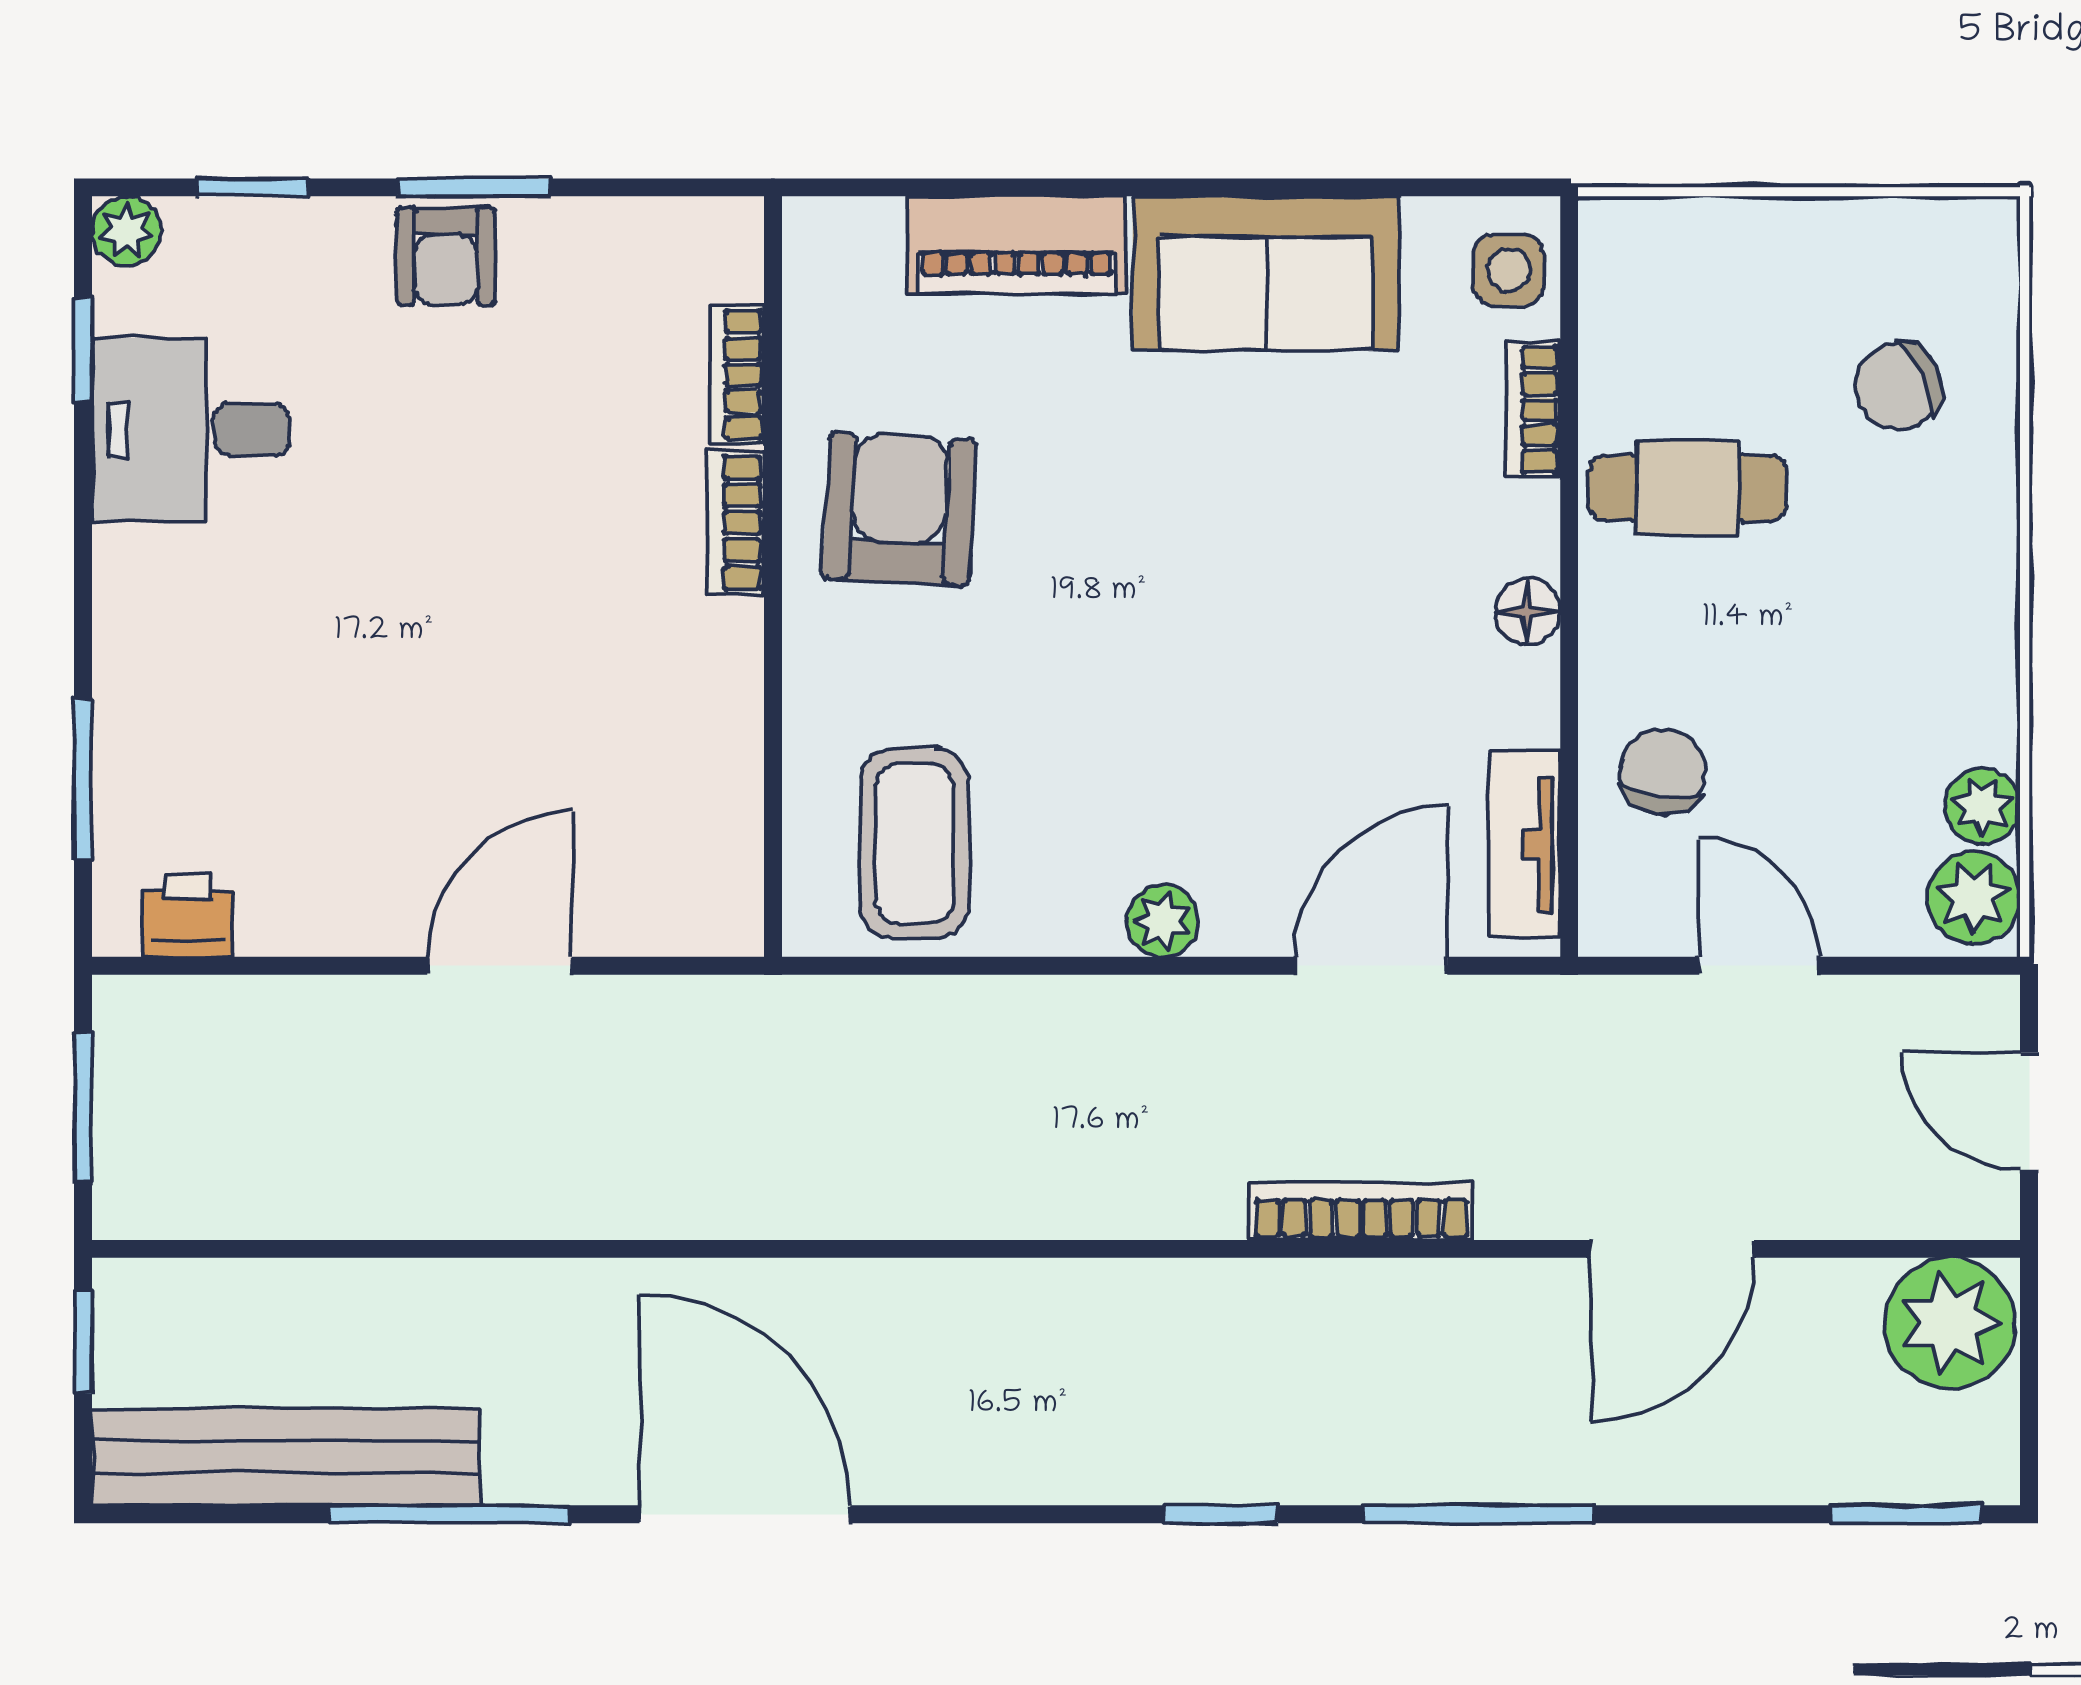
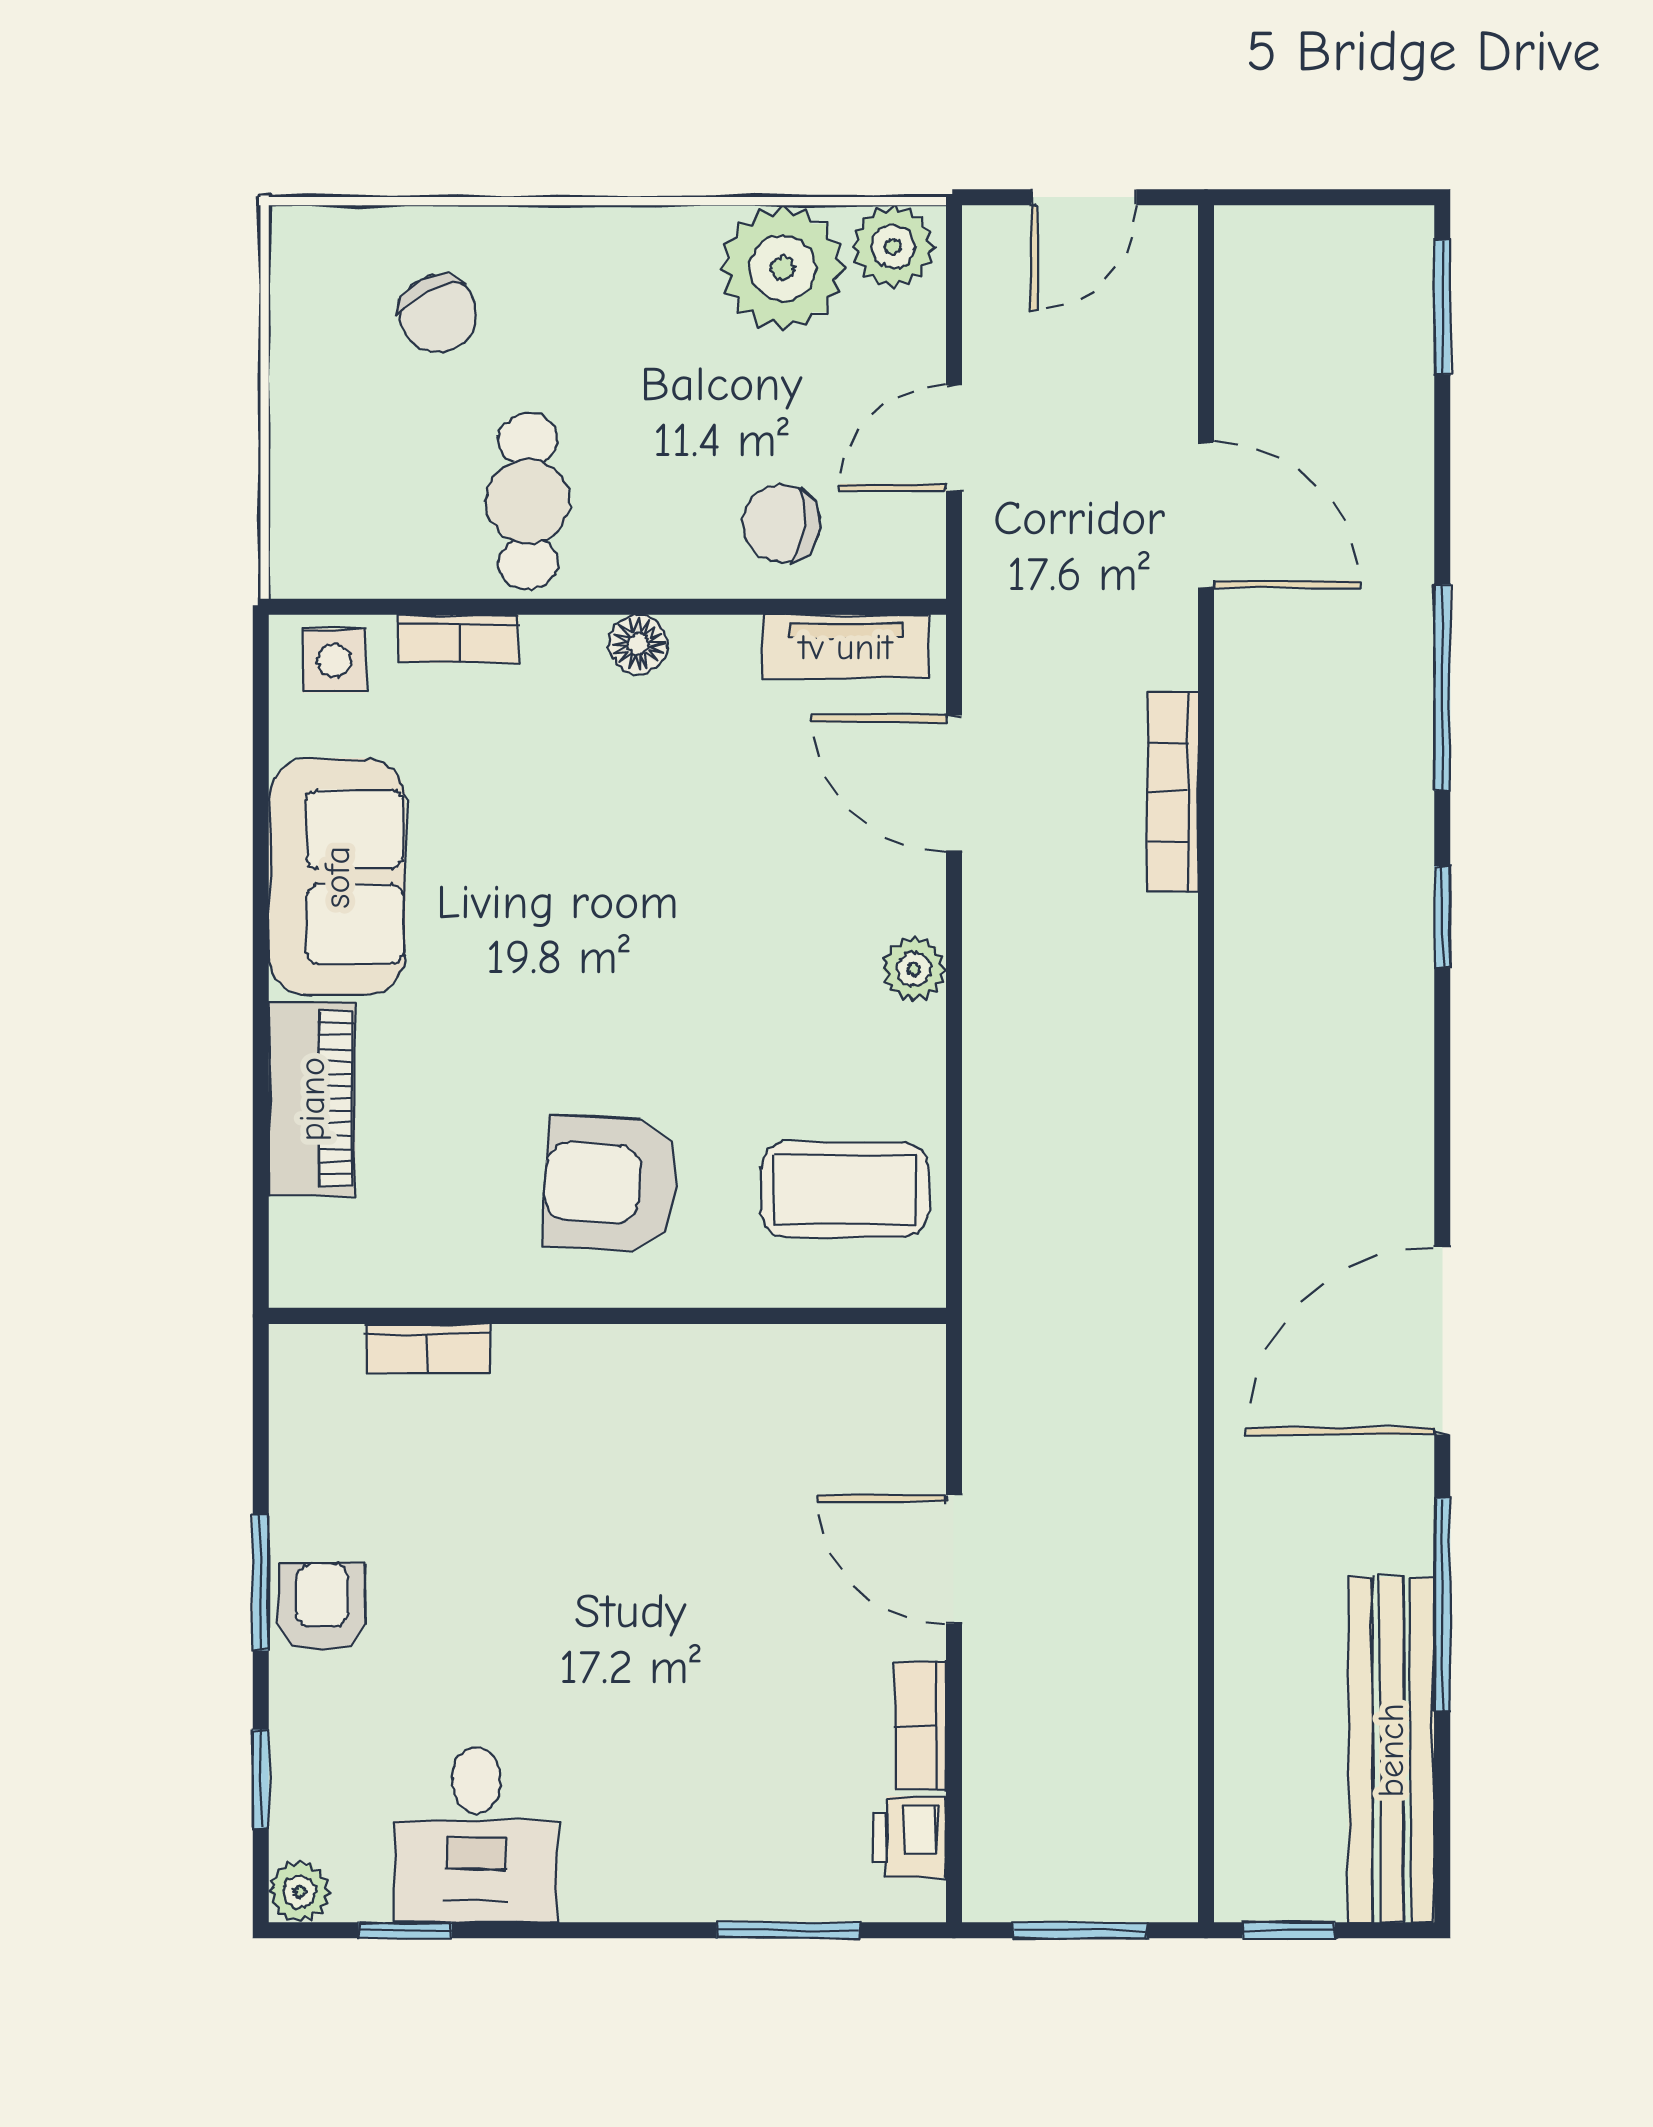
armchair: (446, 256) -> (322, 1607), turned -90
armchair: (899, 509) -> (611, 1184), moved
bookcase: (735, 523) -> (920, 1726), moved, turned 90
plant: (1983, 806) -> (782, 268), width x1.88, depth x1.88
plant: (1950, 1323) -> (1272, 268), removed

